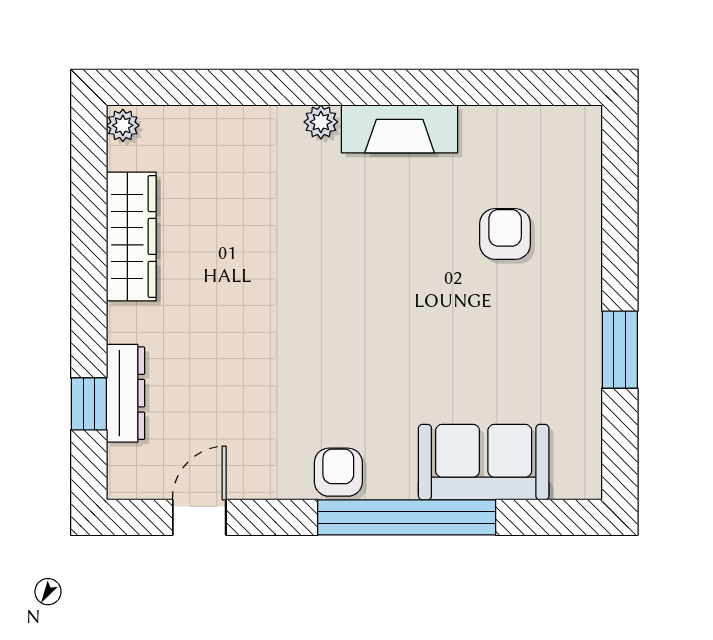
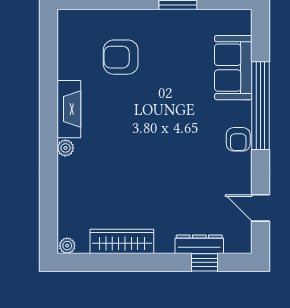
armchair: (505, 234) -> (121, 57), width x1.38, depth x1.38
armchair: (338, 472) -> (238, 139), turned -90

